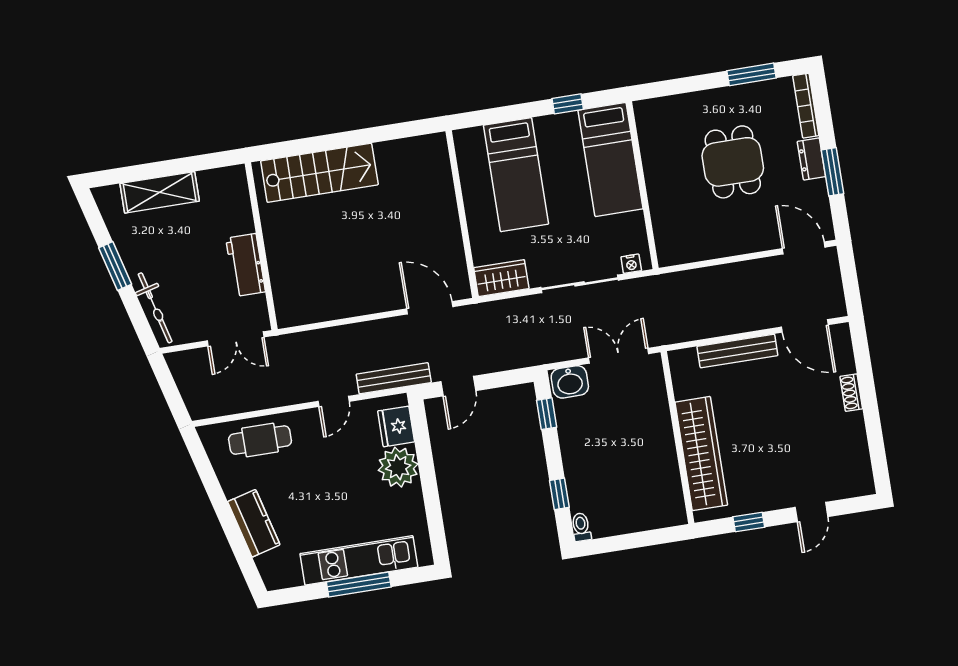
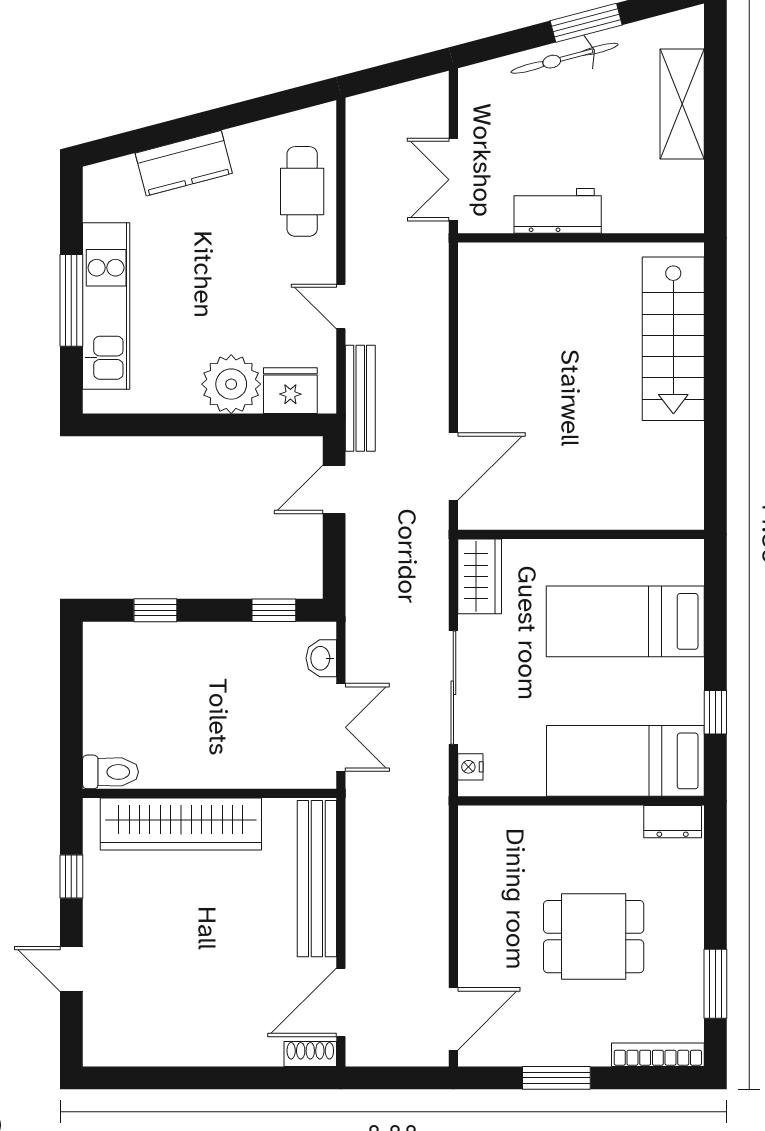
dresser: (811, 159) -> (673, 822), moved, turned 180
bicycle: (155, 308) -> (565, 58), moved
bench: (737, 351) -> (317, 879), width x1.37, depth x1.21
washbasin: (570, 382) -> (321, 658), width x0.72, depth x0.69
door: (458, 386) -> (334, 489), hinge flipped
shoe rack: (851, 393) -> (310, 1054), moved
toilet: (581, 527) -> (110, 772), moved, width x1.37, depth x1.39

